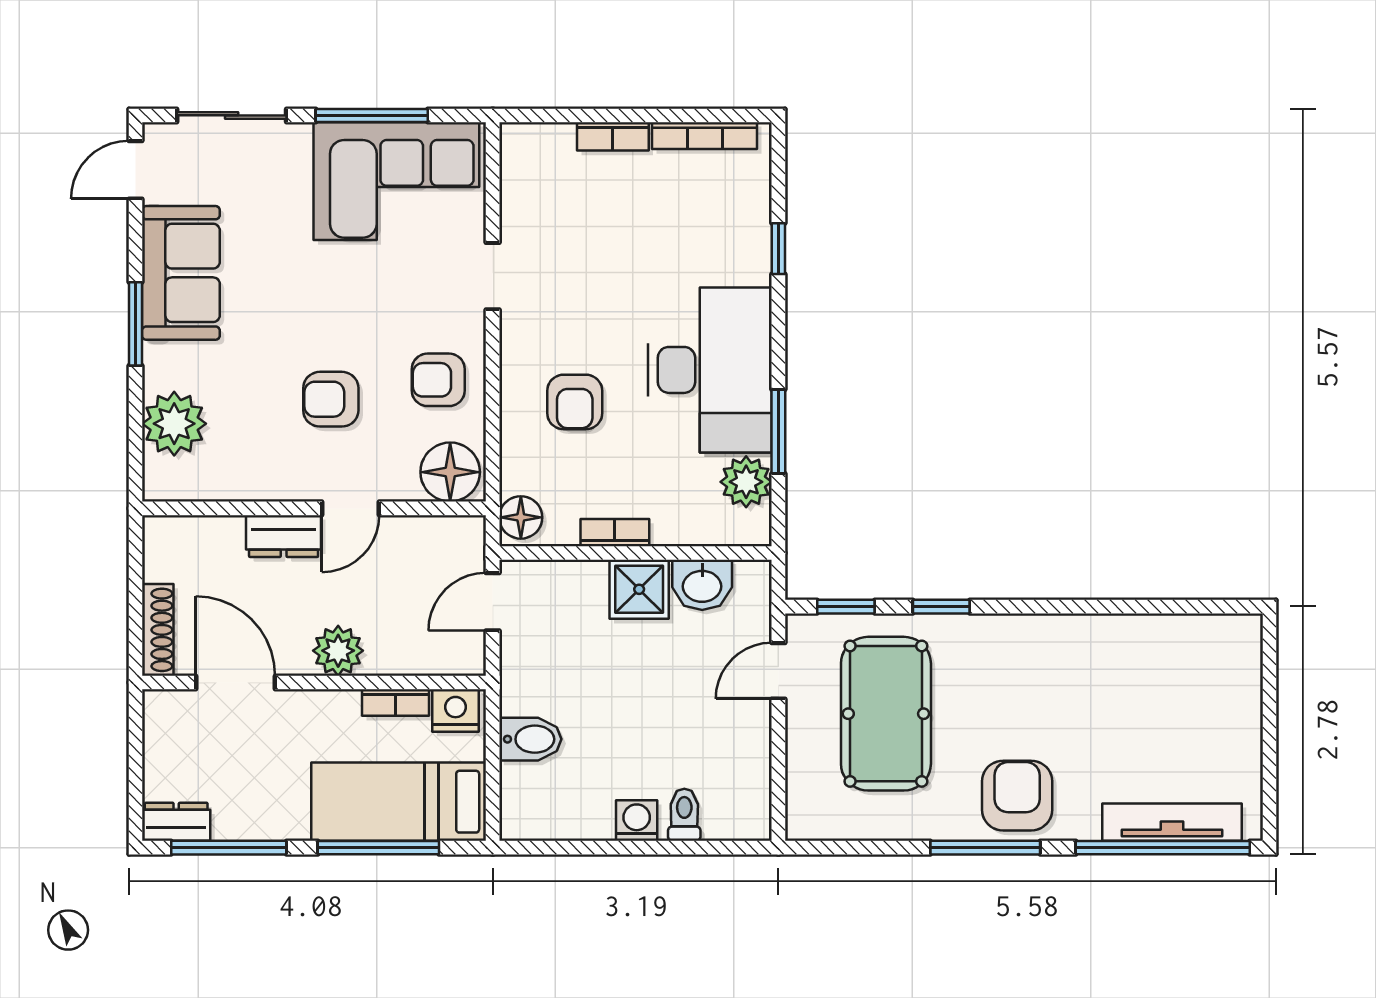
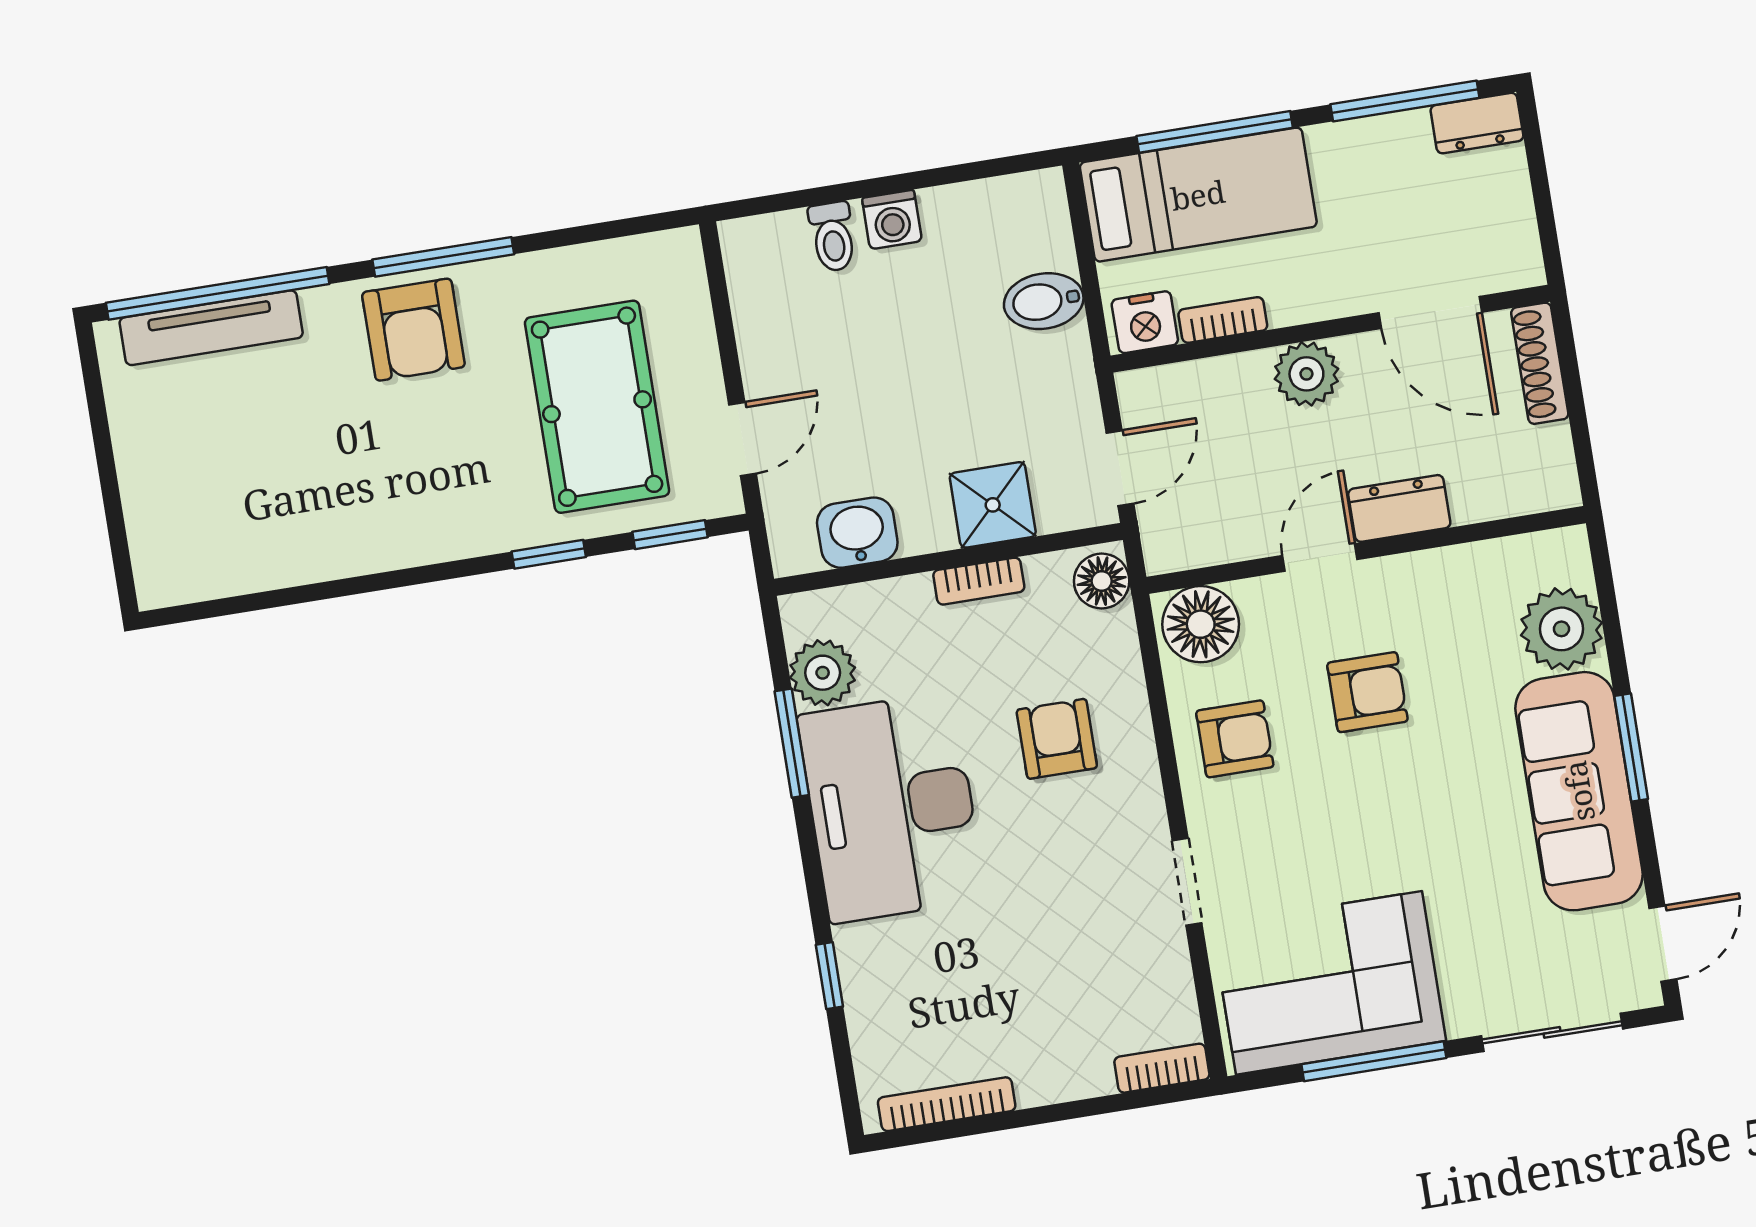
bookcase: (613, 136) -> (1162, 1068), moved
sofa: (181, 273) -> (1579, 791), width x1.36
shower: (639, 589) -> (993, 505), moved

